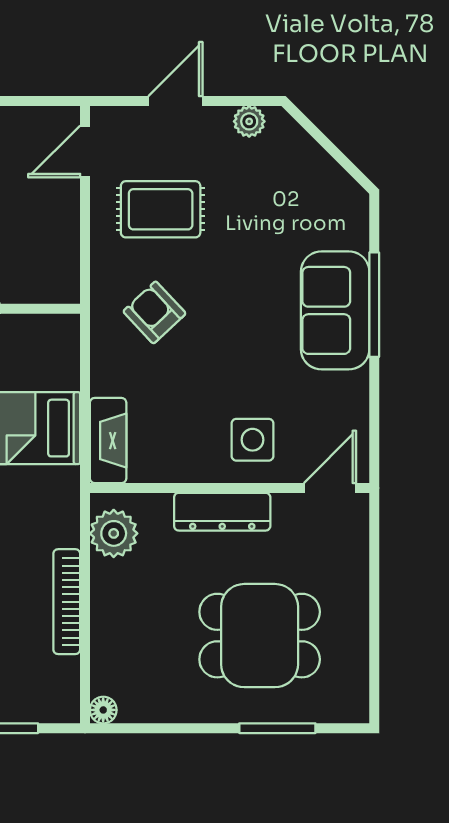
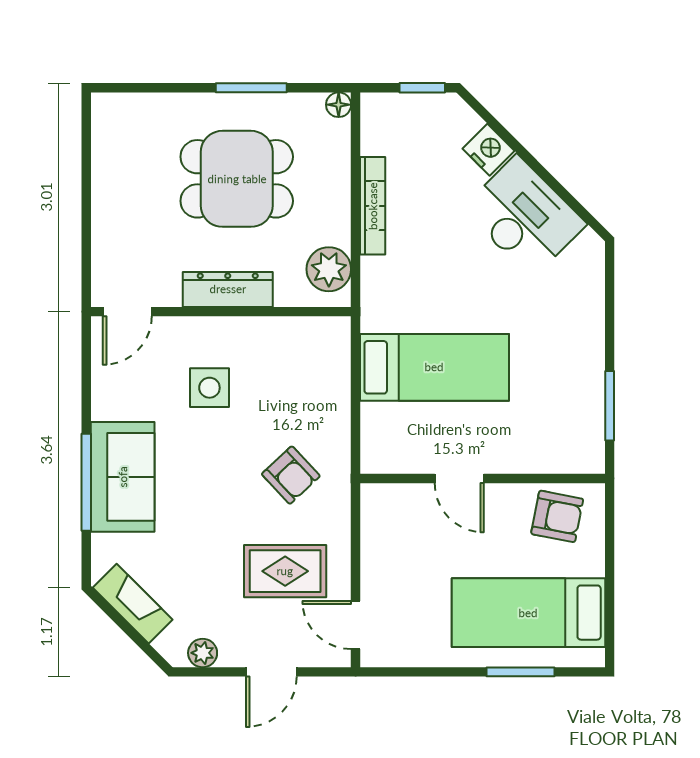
door: (85, 151) -> (356, 625), swing flipped
side table: (253, 440) -> (209, 388), moved
fireplace: (108, 441) -> (133, 604), moved, turned 135
dining table: (260, 636) -> (237, 179), moved
window: (277, 728) -> (251, 88), moved

